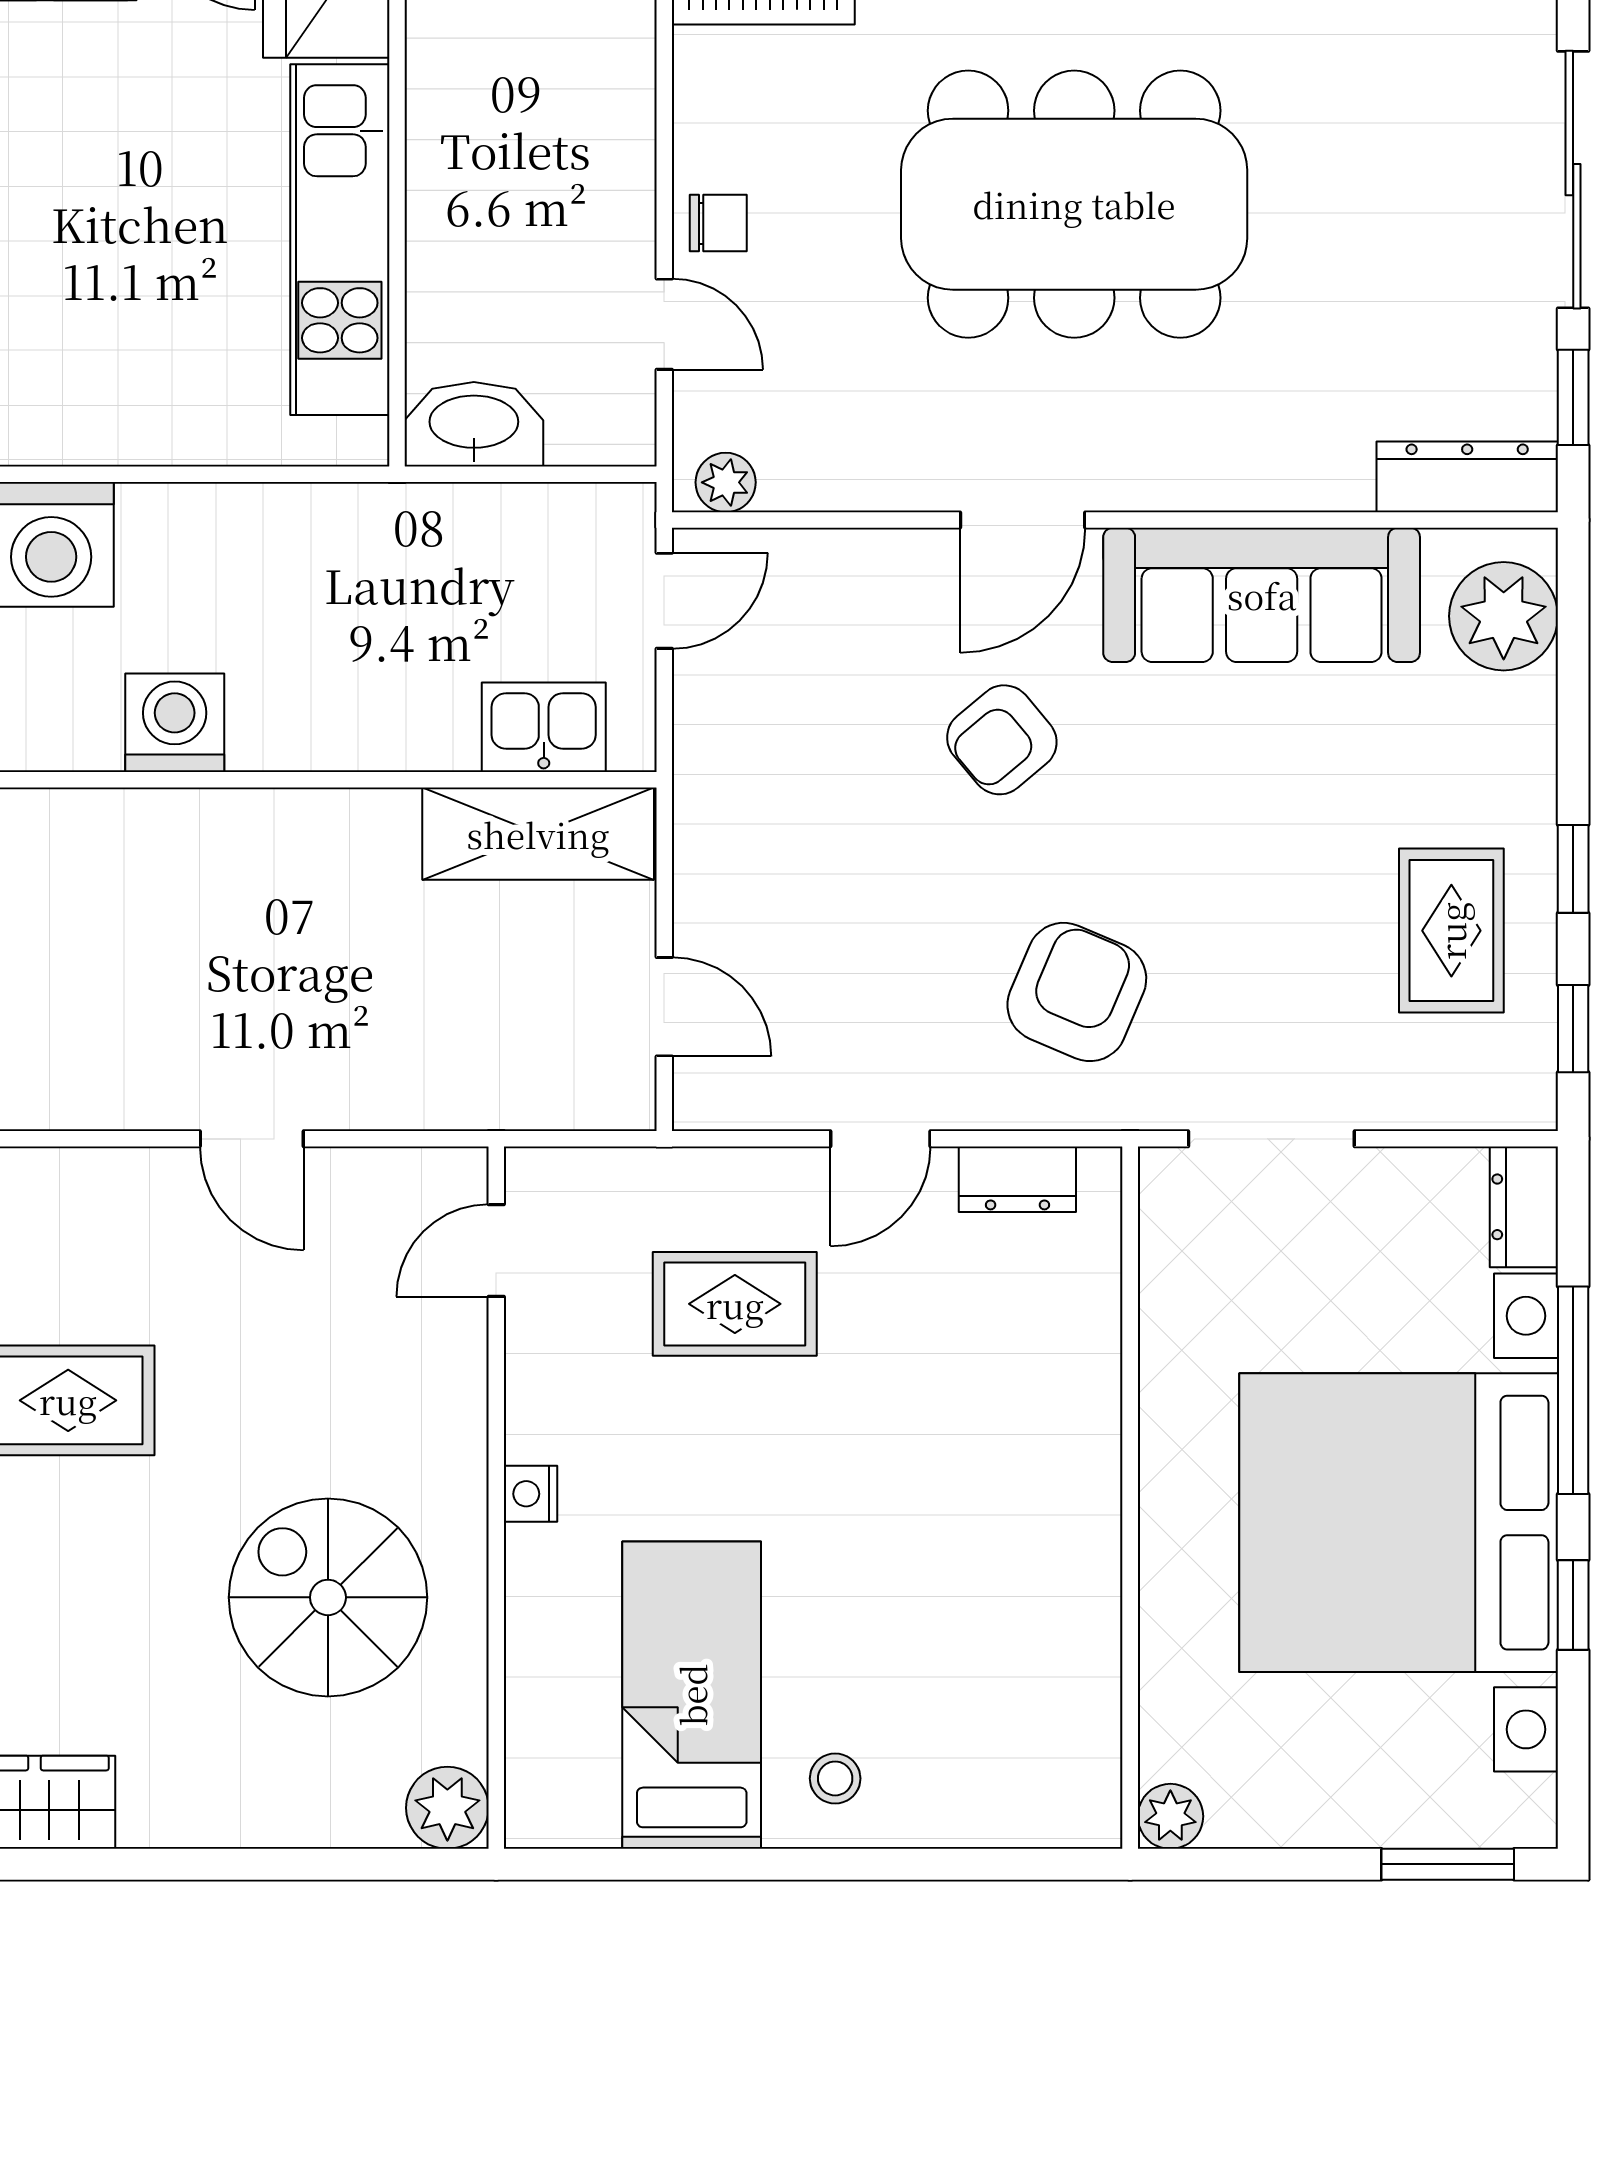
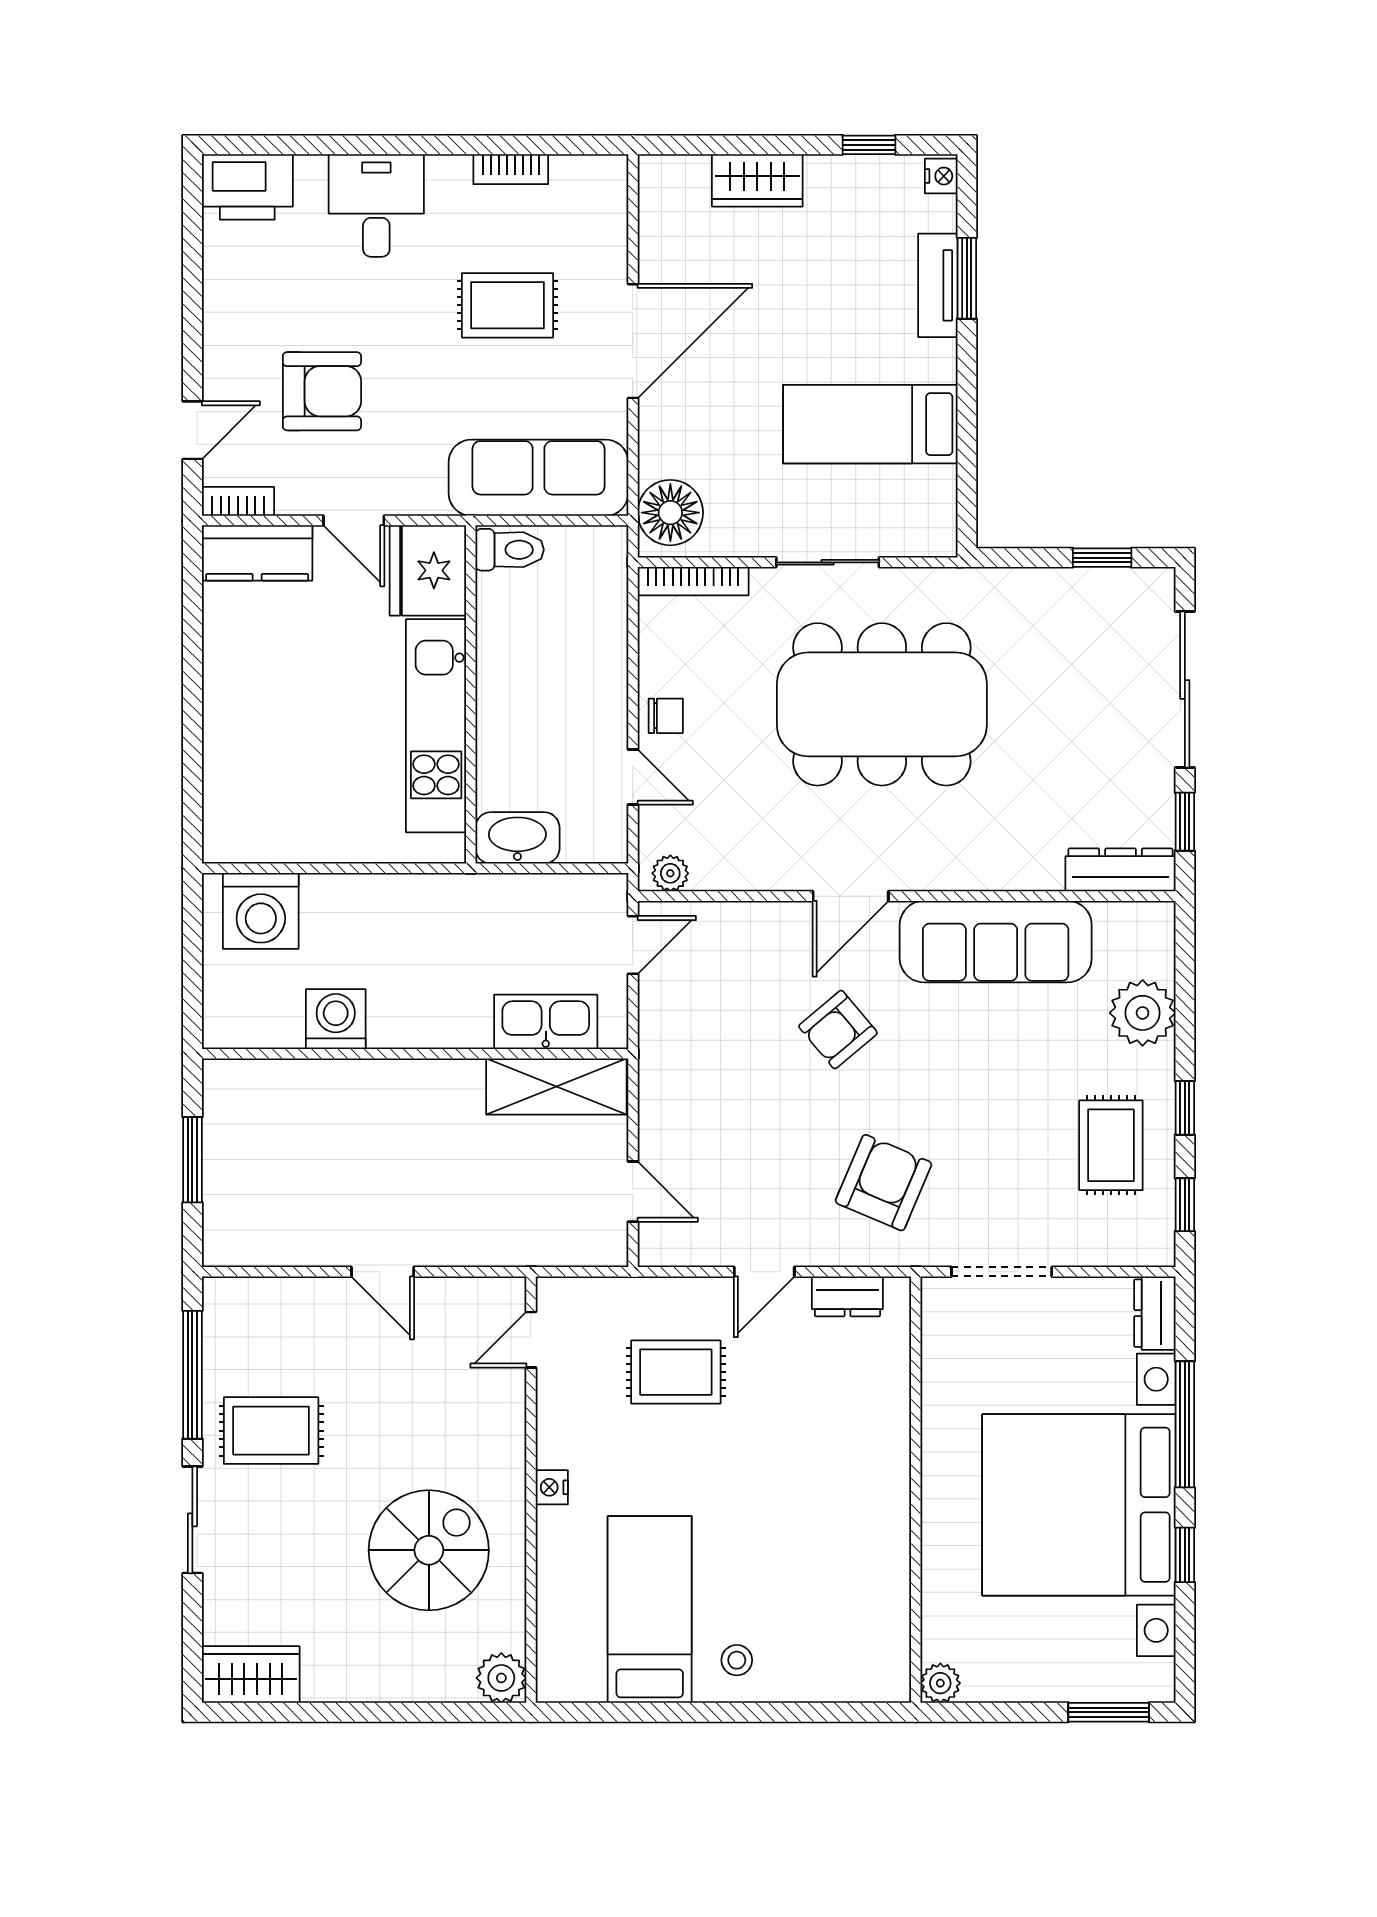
plant: (1504, 616) -> (1143, 1013), moved
kitchen sink: (544, 727) -> (546, 1022), width x1.38
spiral stairs: (328, 1597) -> (429, 1550), turned 90

